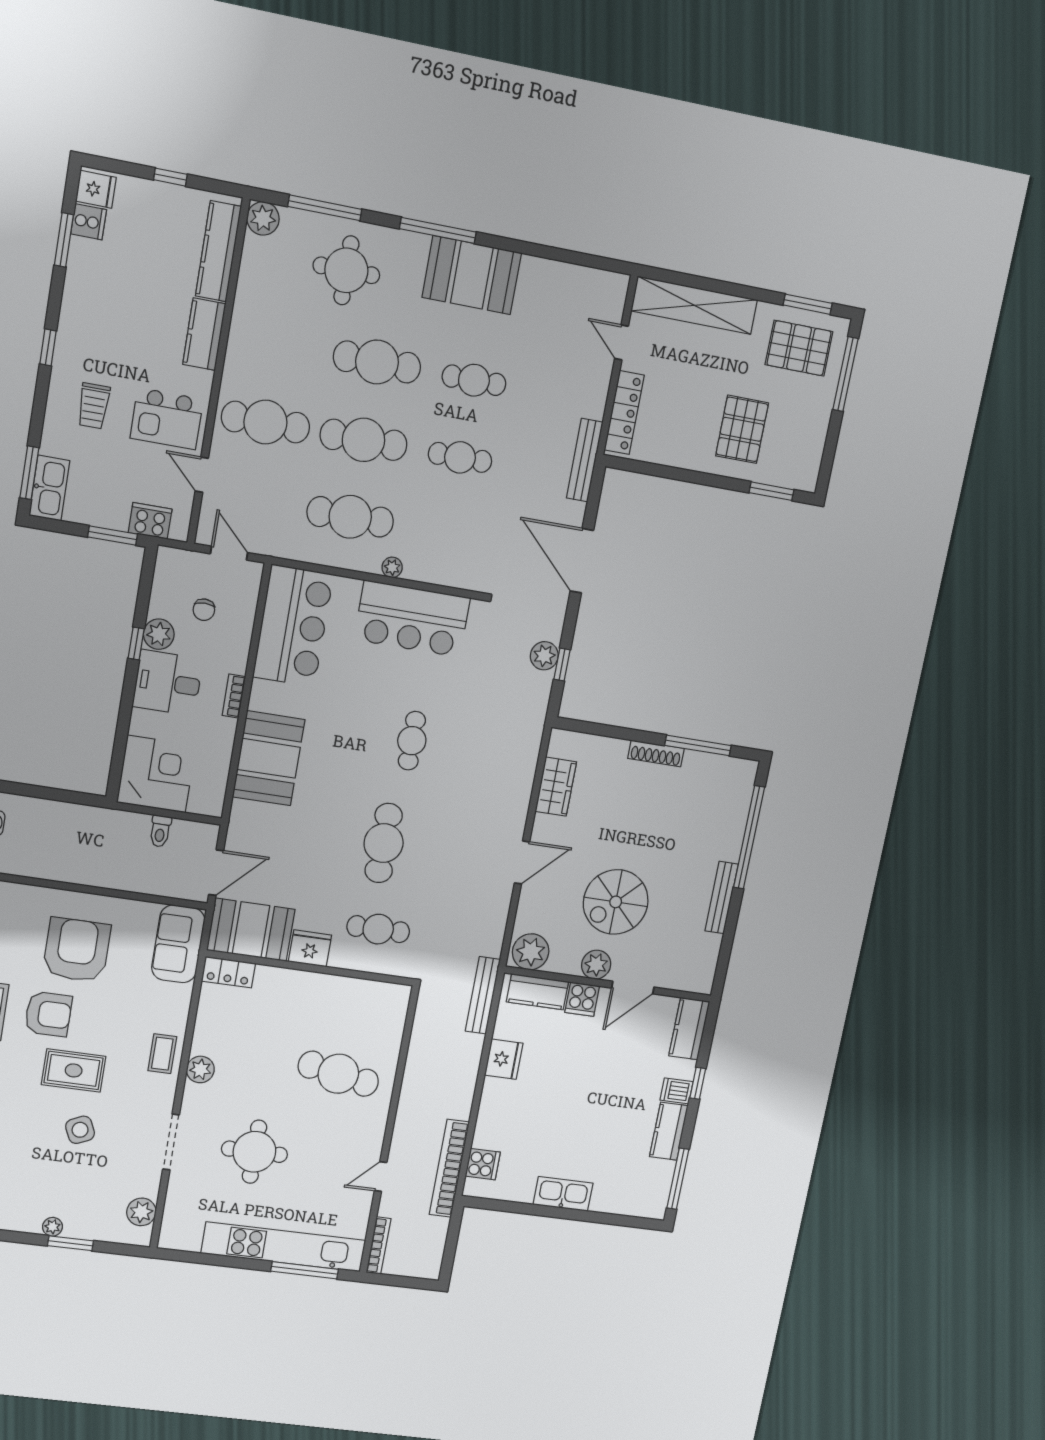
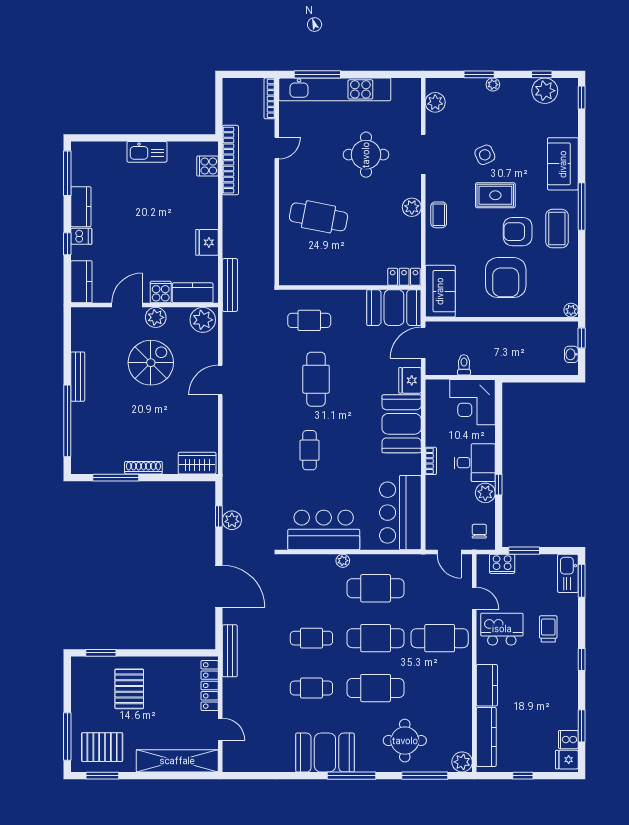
chair: (204, 610) -> (479, 531), moved
wardrobe: (556, 787) -> (197, 463), moved, turned 90
fridge: (310, 948) -> (410, 380), moved, turned 90

